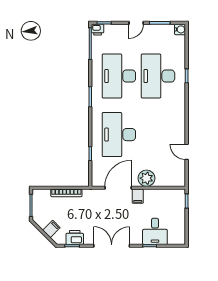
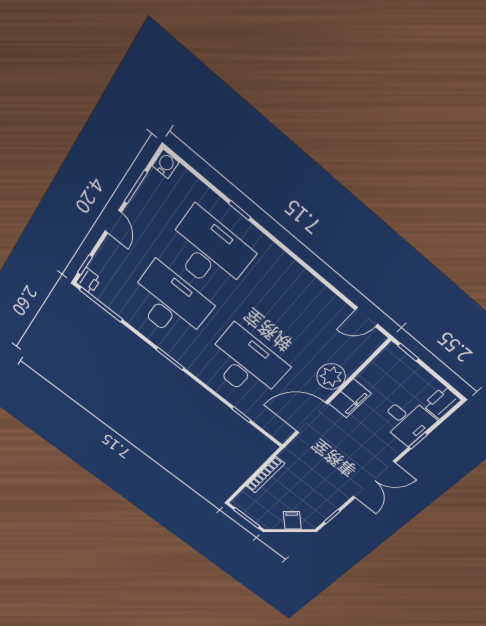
desk: (119, 76) -> (170, 303), turned 180
desk: (158, 76) -> (209, 251), turned 180
desk: (119, 135) -> (246, 364), turned 180
door: (187, 152) -> (366, 317), moved
door: (118, 188) -> (312, 418), hinge flipped
filing cabinet: (138, 196) -> (350, 398), width x2.00
printer: (75, 237) -> (442, 402), moved
double door: (112, 246) -> (374, 480), swing flipped

